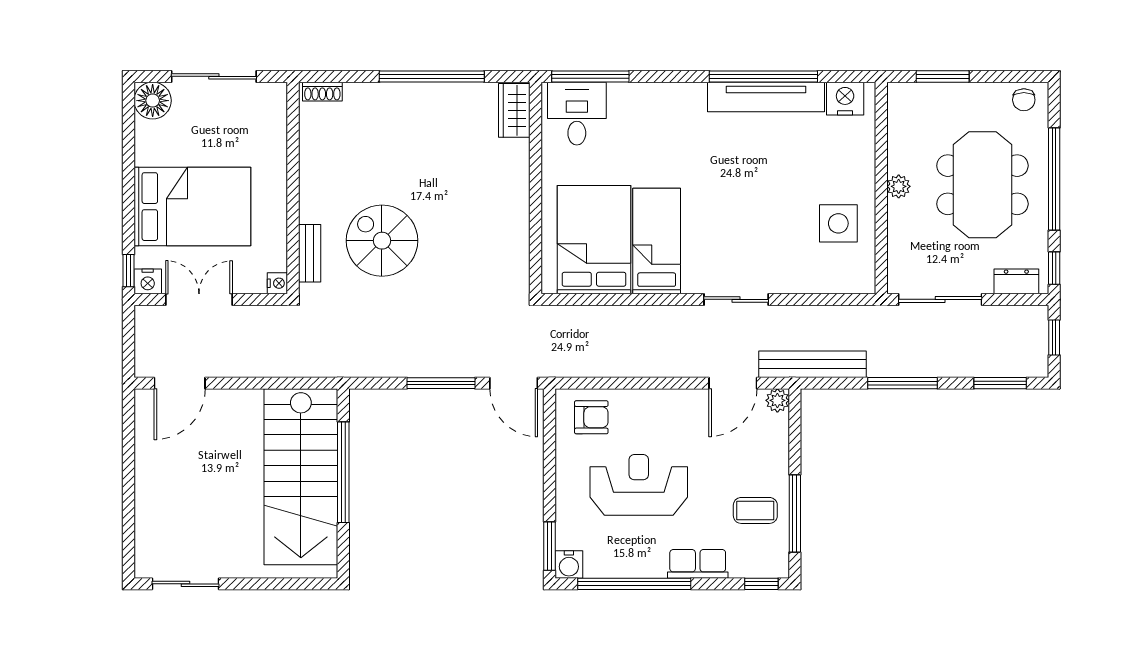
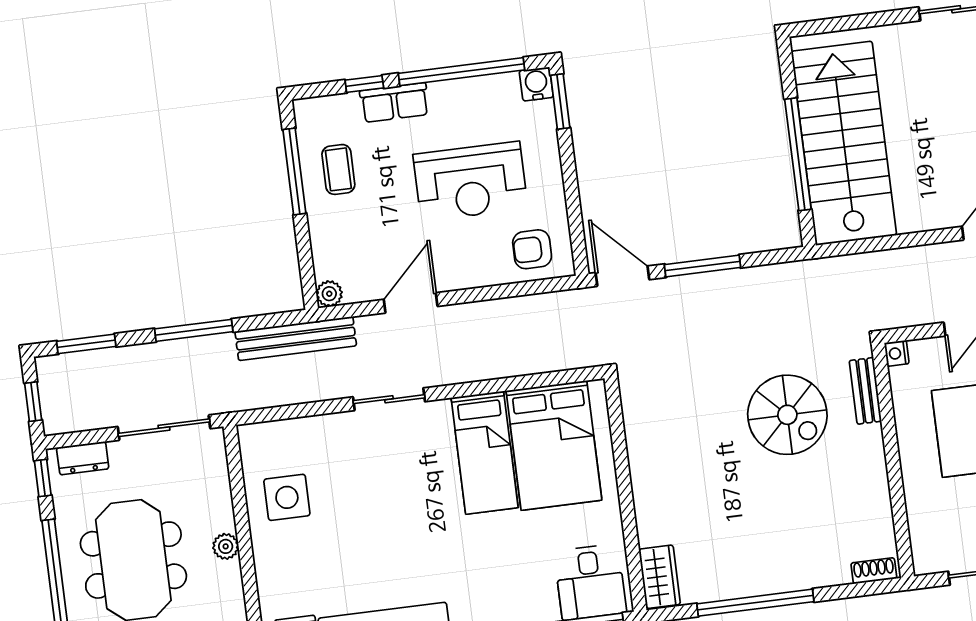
door: (733, 383) -> (411, 303), moved
coffee table: (755, 510) -> (338, 169), turned 90
window: (761, 584) -> (364, 84), moved

